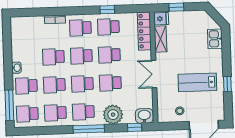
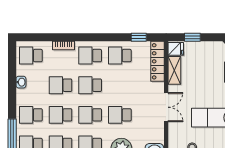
window: (107, 10) -> (139, 37), moved
school desk: (109, 55) -> (31, 56), moved
washbasin: (16, 68) -> (21, 82), moved
double door: (154, 74) -> (166, 107), swing flipped

